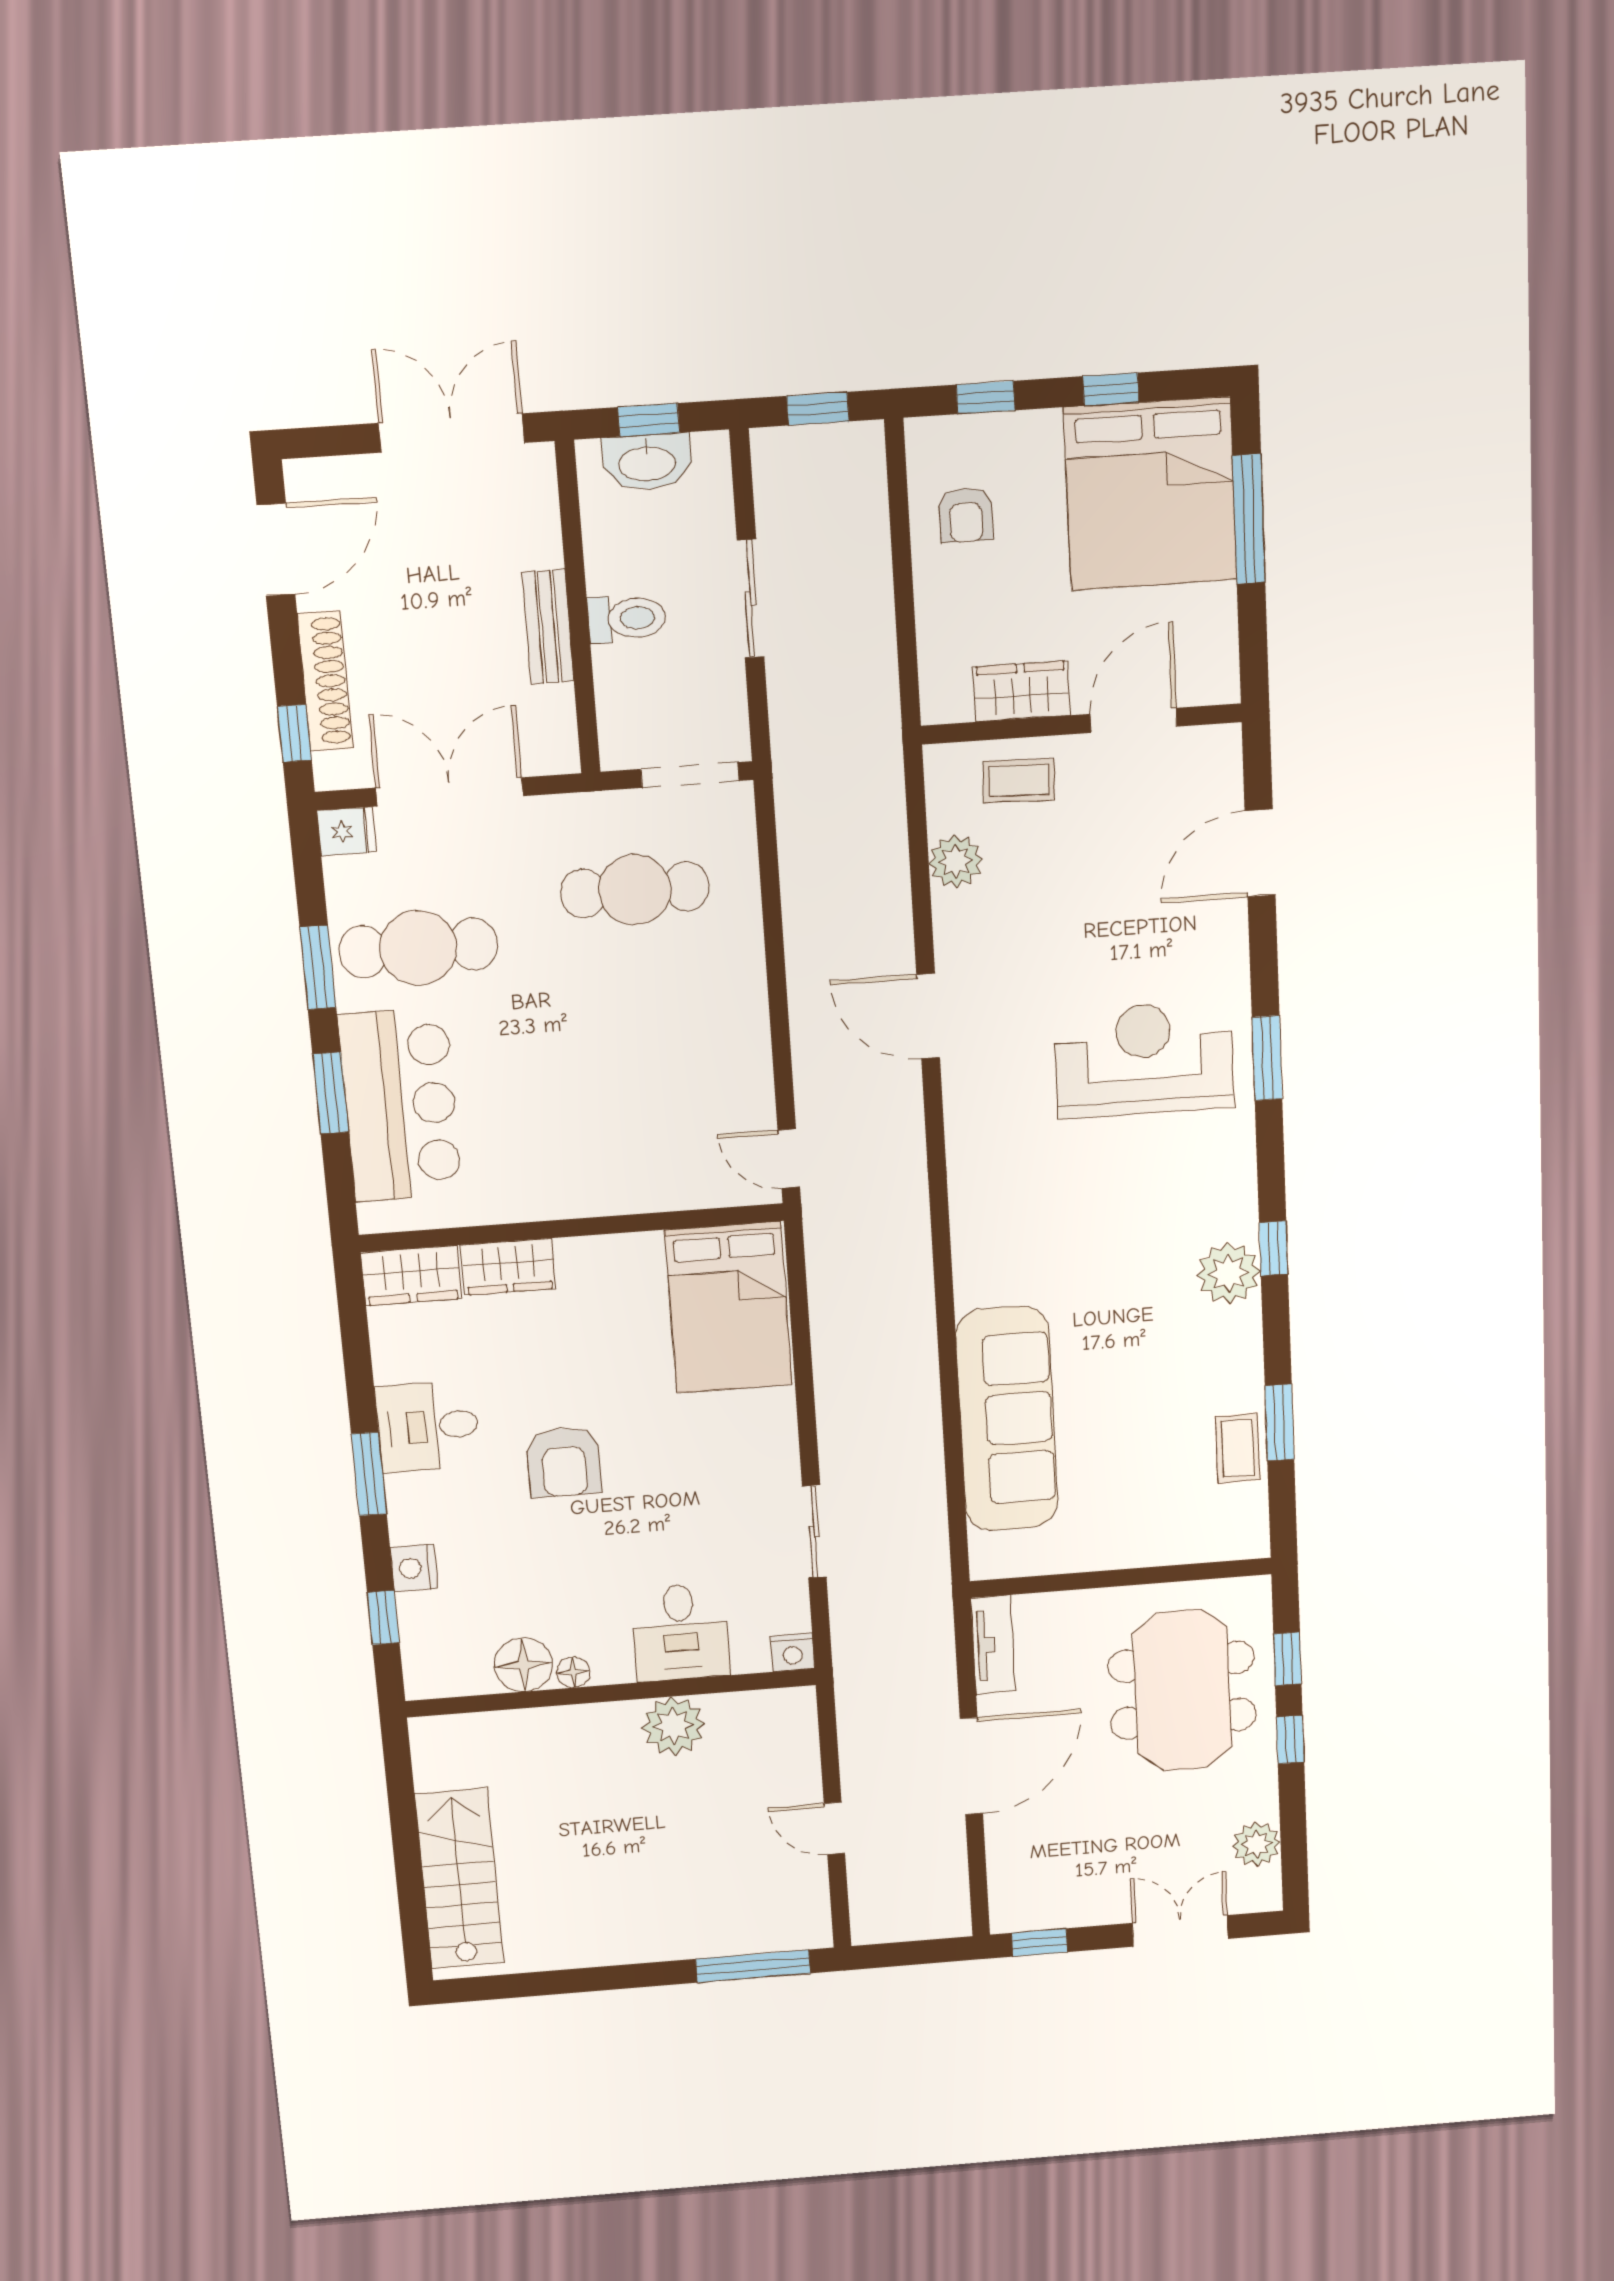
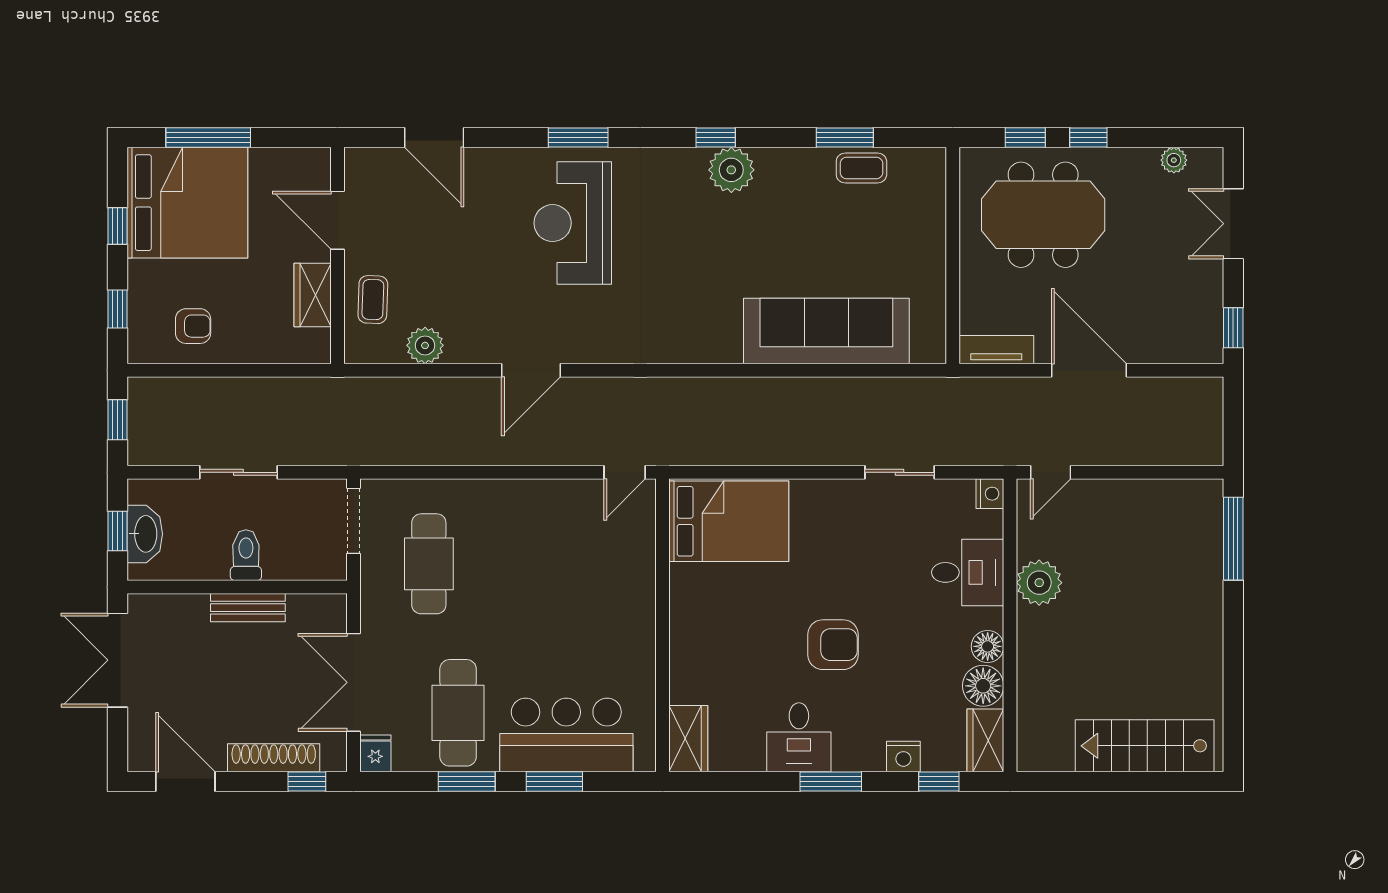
wardrobe: (508, 1267) -> (985, 740), moved, turned 180
floor lamp: (573, 1672) -> (988, 646), width x1.37, depth x1.37
door: (834, 1828) -> (1051, 472), moved
plant: (1256, 1844) -> (1174, 160), width x0.73, depth x0.73

